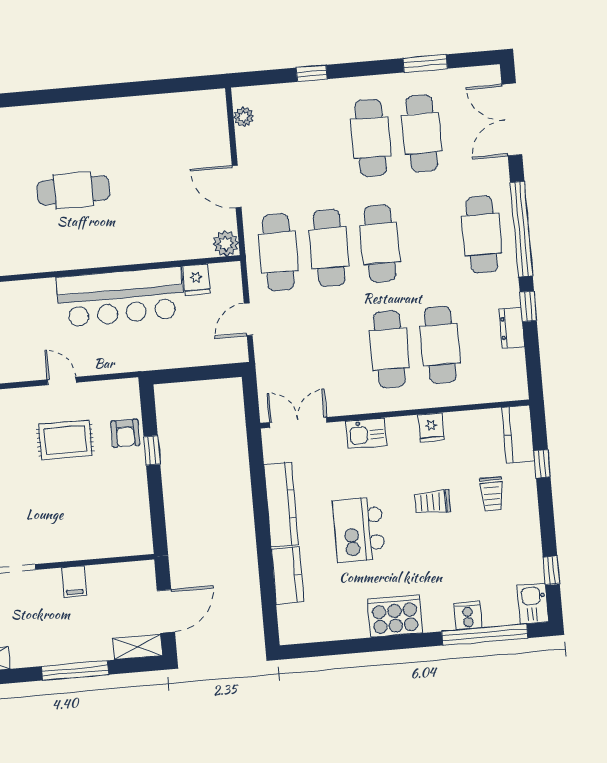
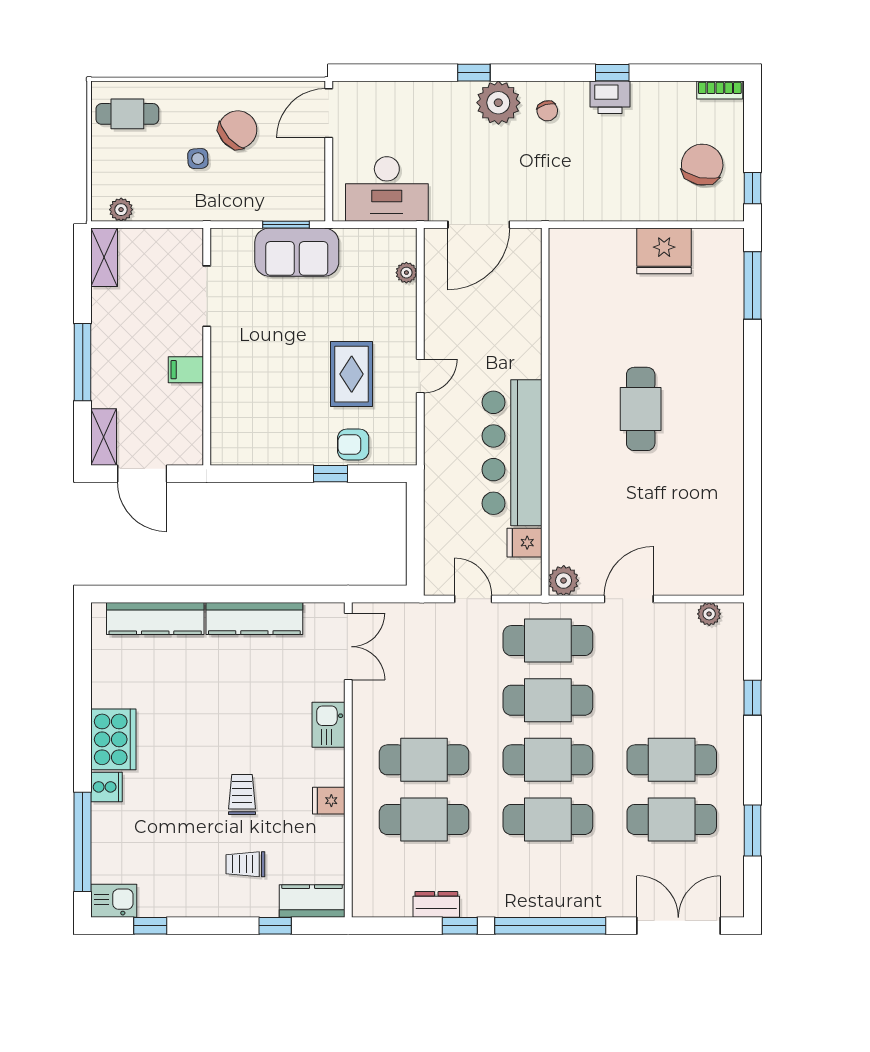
cafe table: (482, 235) -> (548, 819), moved
kitchen island: (359, 530) -> (217, 706), removed
kitchen counter: (287, 575) -> (155, 619), width x1.50
cooker: (468, 615) -> (106, 787), moved

